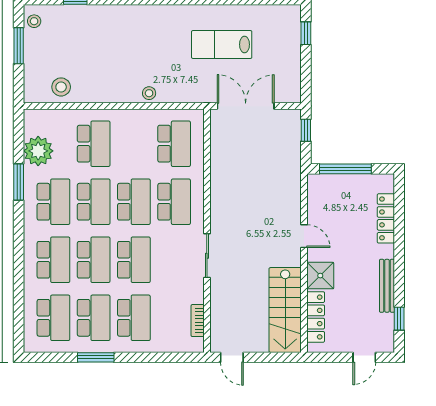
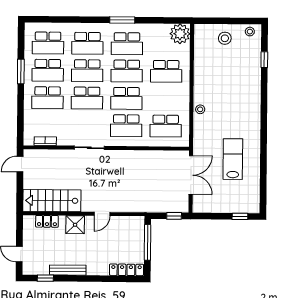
window: (19, 46) -> (233, 21), removed
stool: (61, 87) -> (225, 38), moved
plant: (38, 151) -> (180, 34), moved
window: (19, 182) -> (122, 20), moved
locker: (386, 218) -> (126, 270), moved
locker: (316, 317) -> (47, 221), width x0.66

